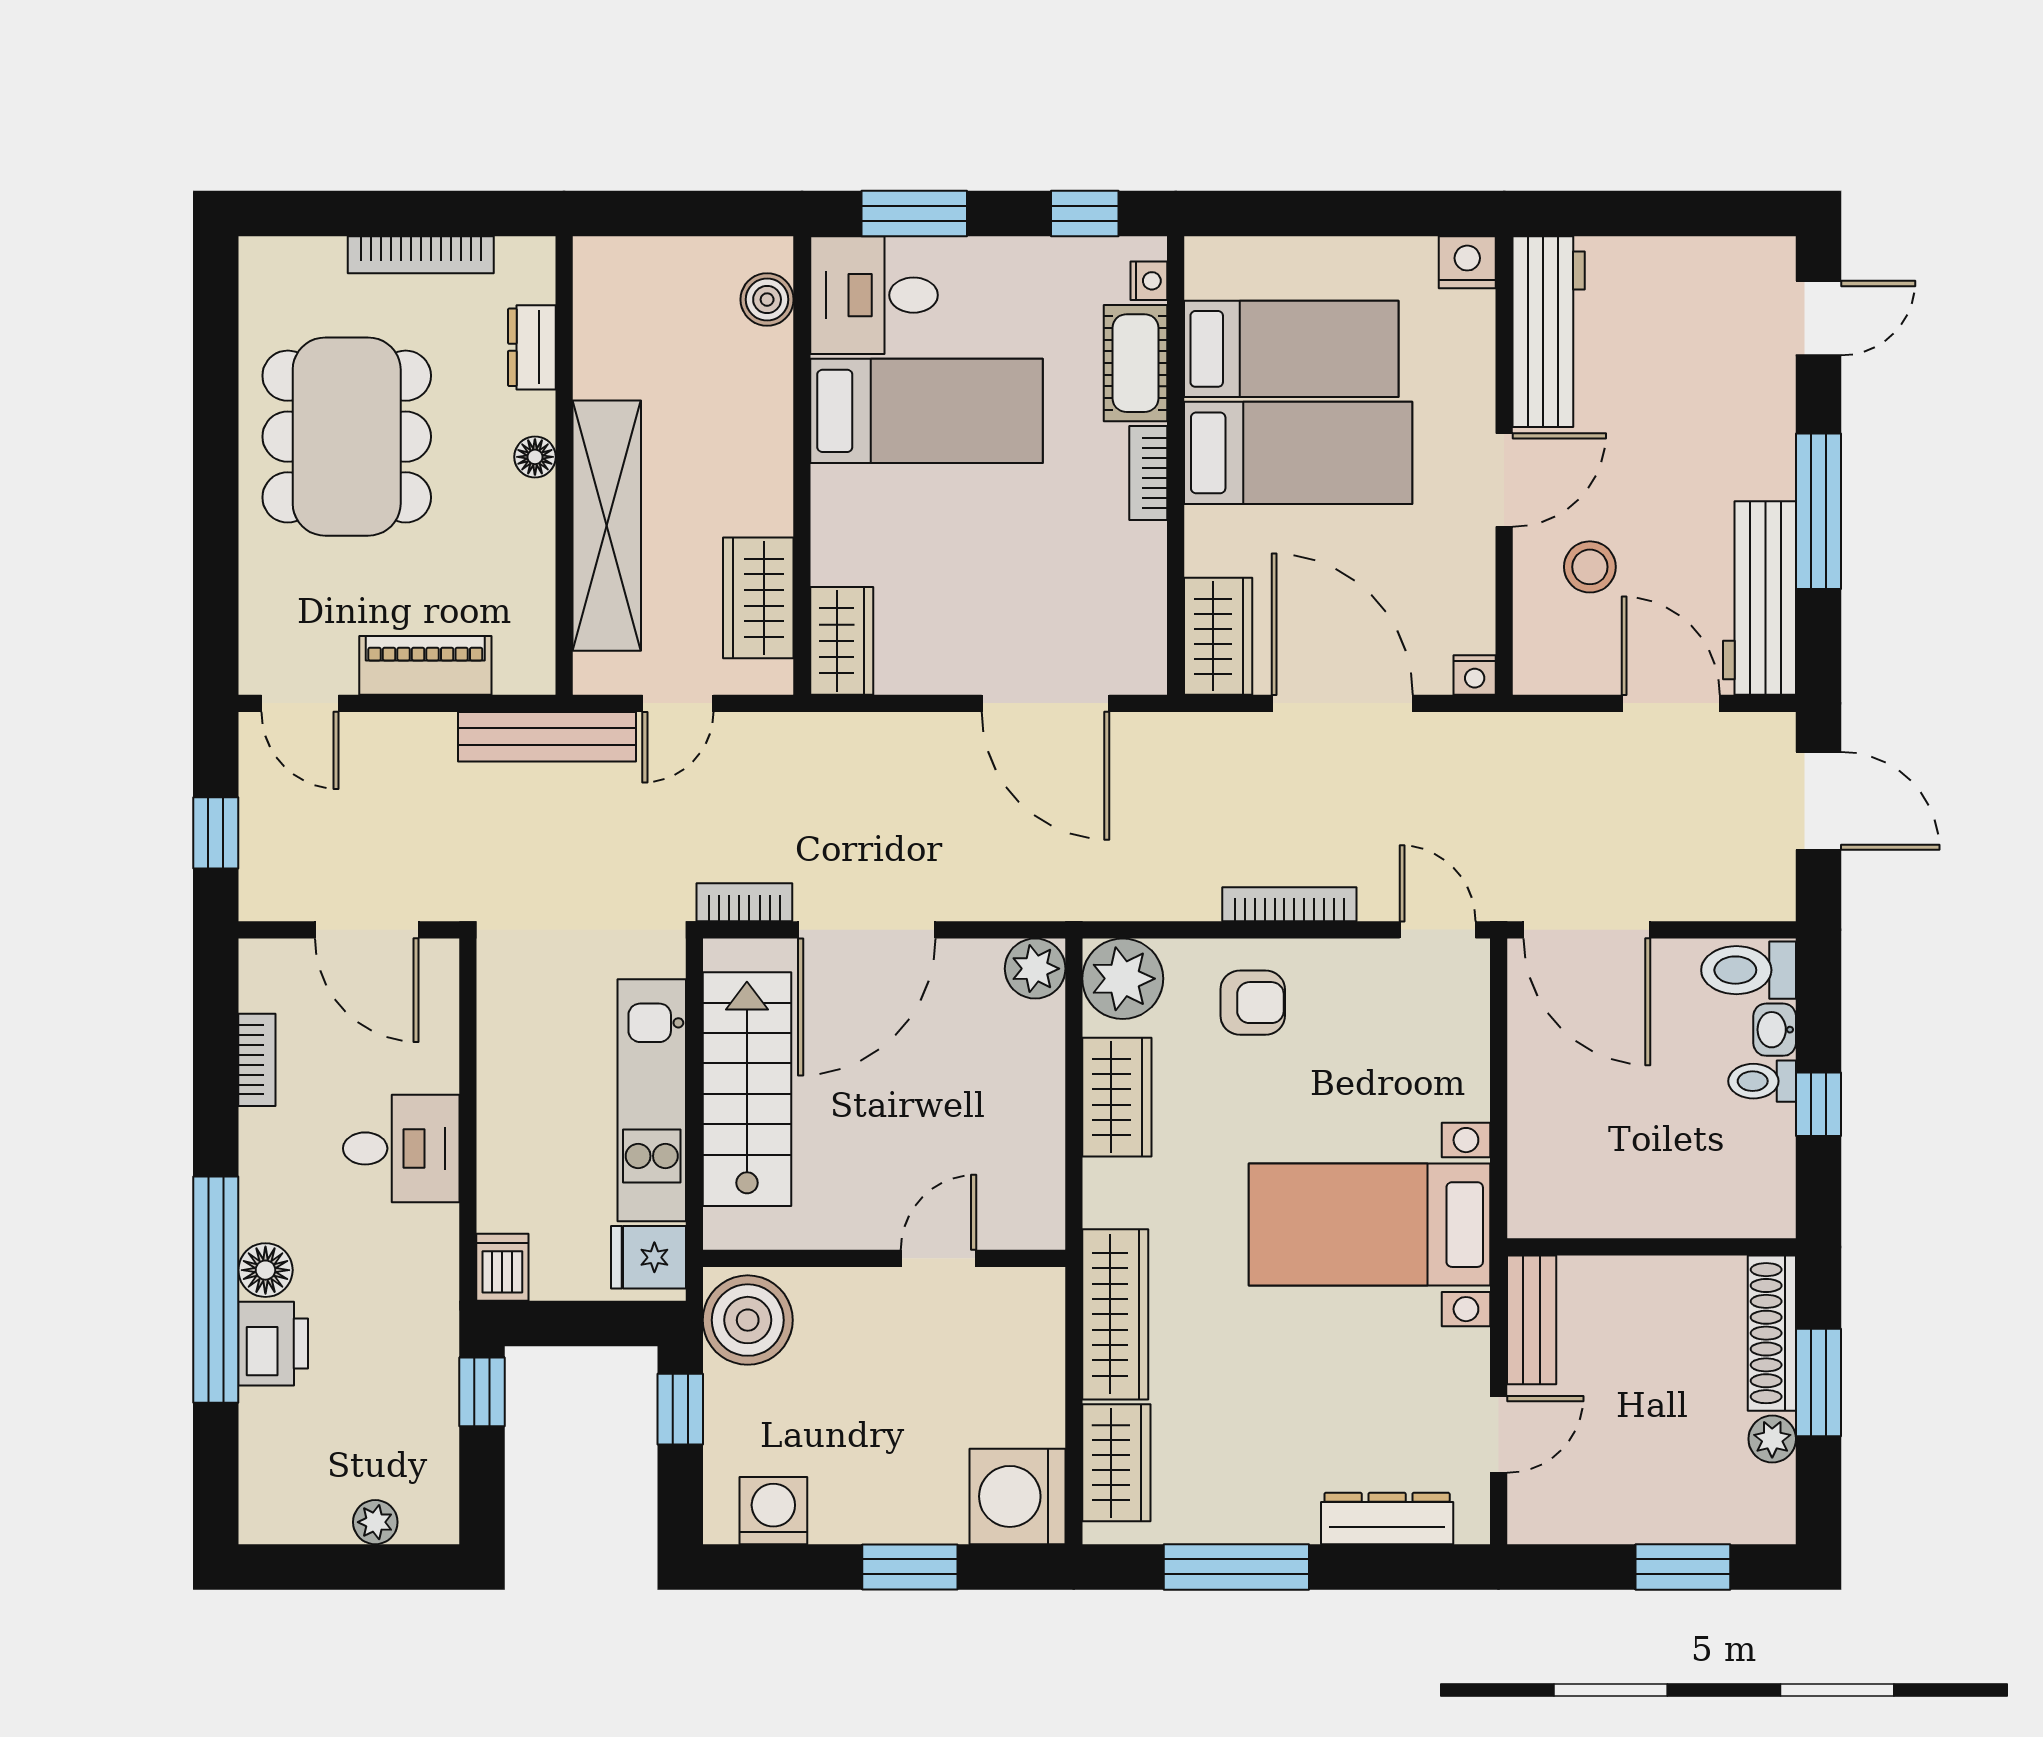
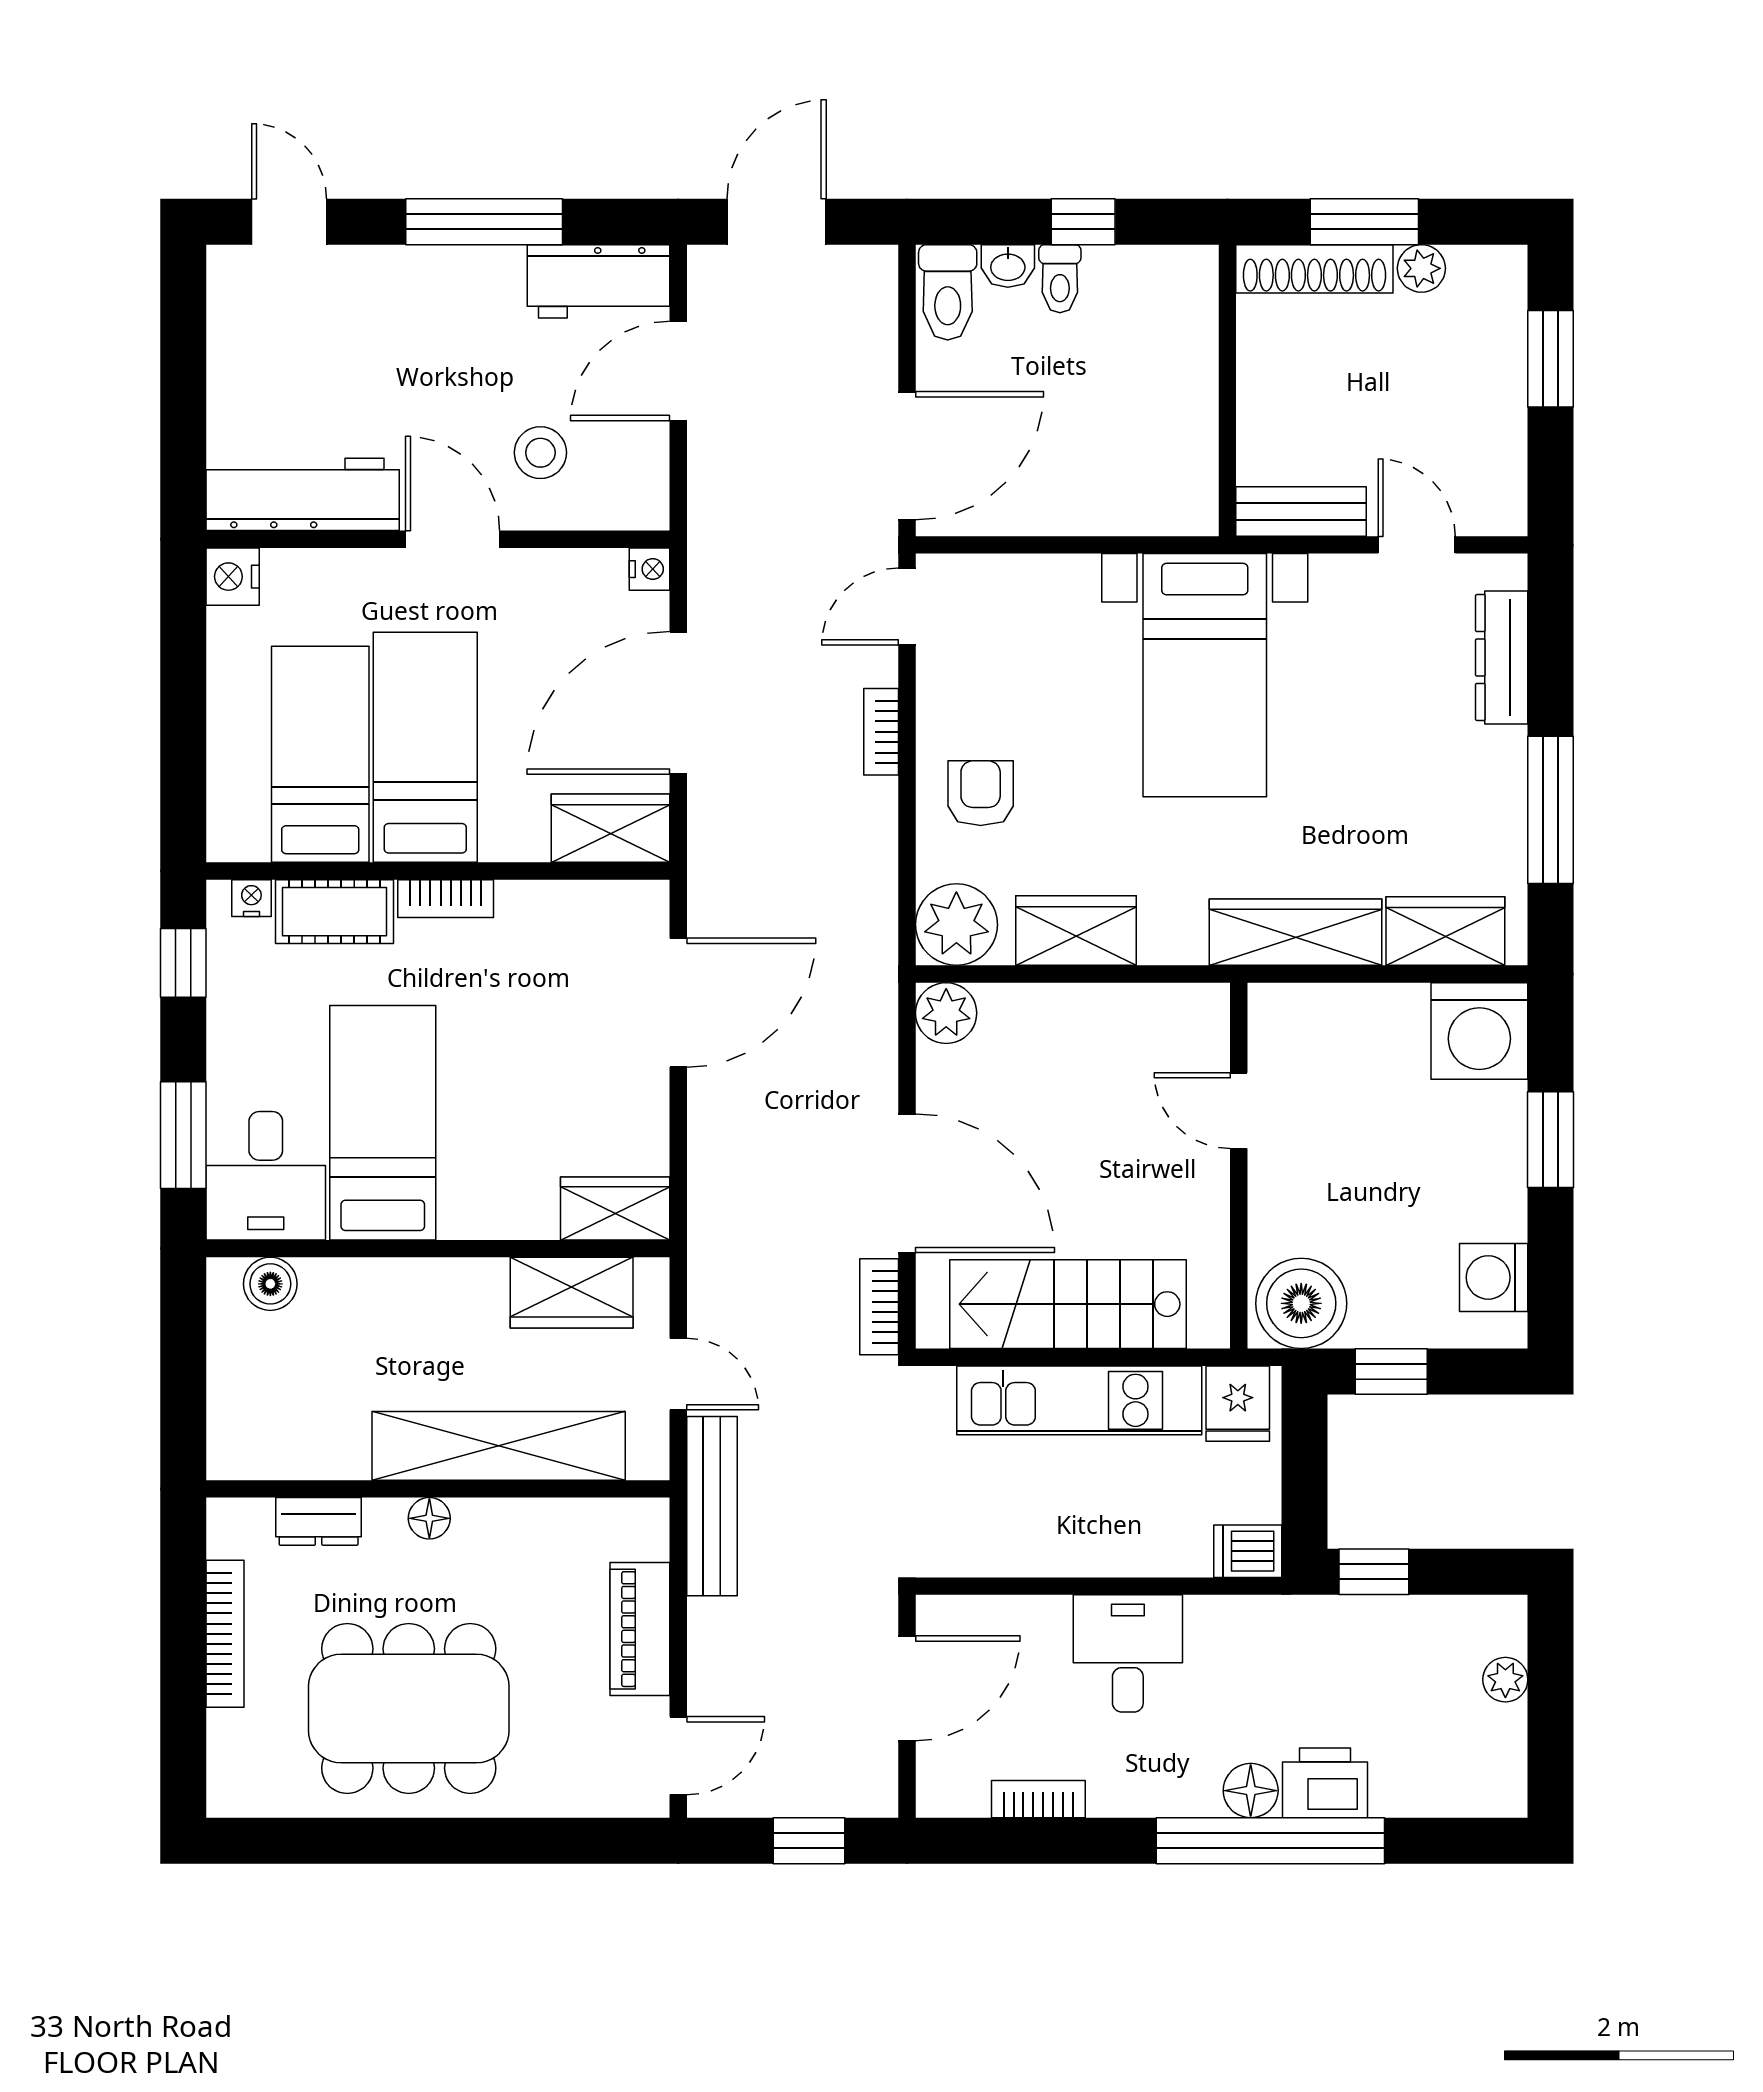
workbench: (1759, 598) -> (598, 281), width x0.73
bookcase: (1289, 904) -> (881, 732), width x0.64

